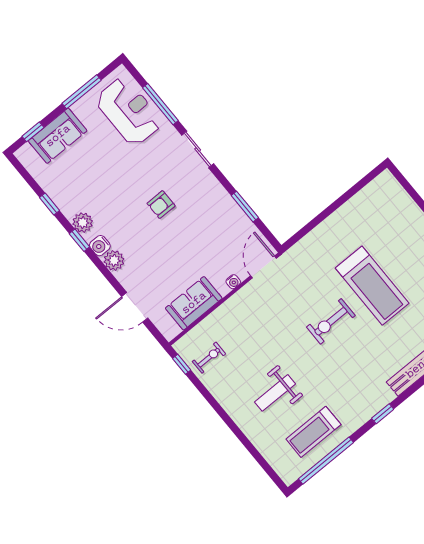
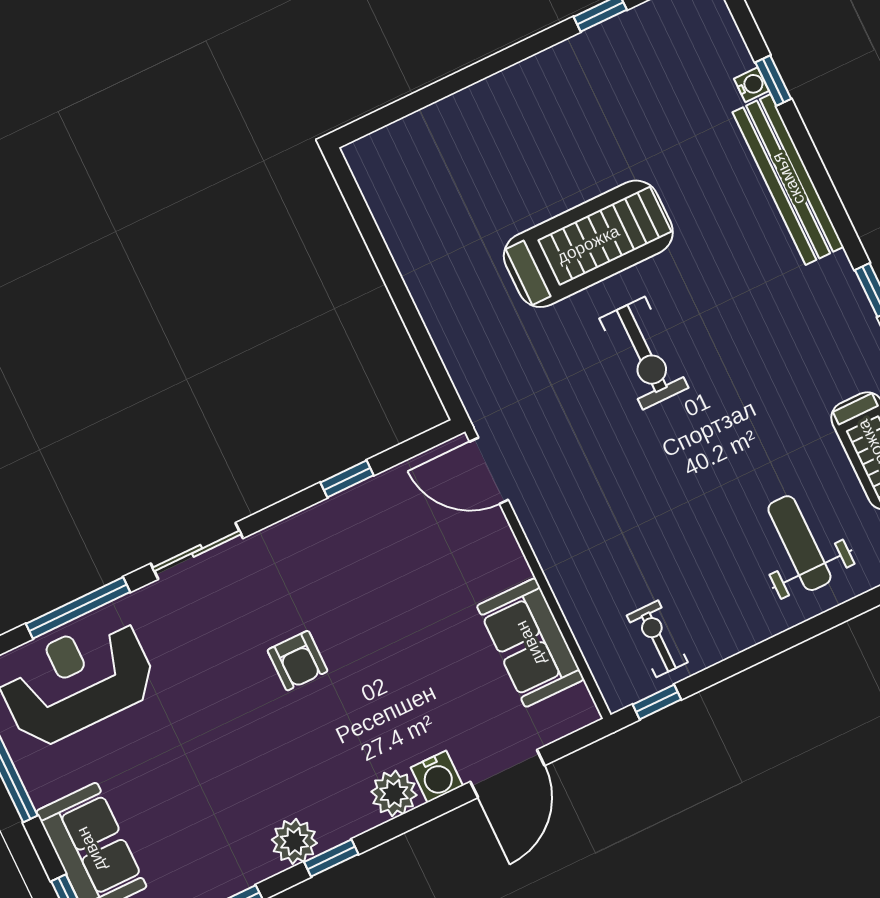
window: (245, 207) -> (347, 479), width x0.67
water cooler: (100, 246) -> (437, 777), moved
water cooler: (233, 282) -> (505, 545), removed
weight bench: (275, 393) -> (799, 543), moved, turned 180

